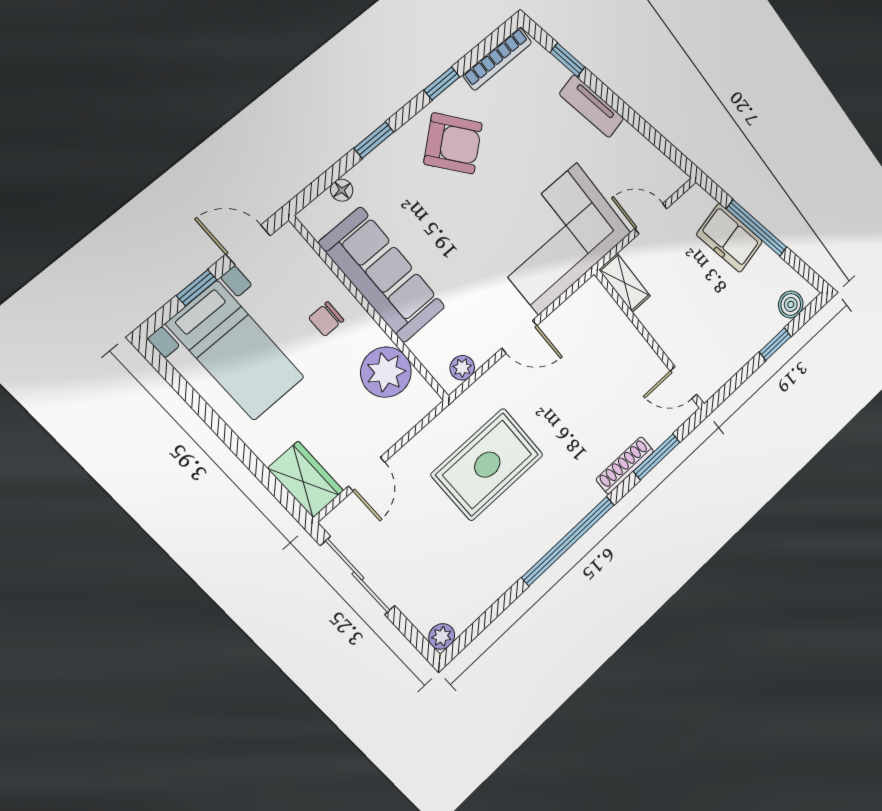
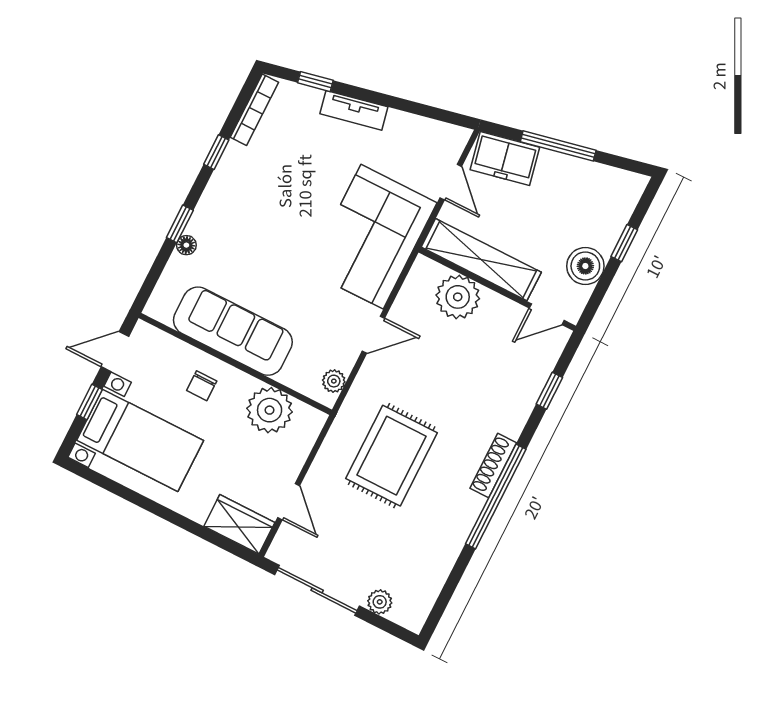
armchair: (453, 143) -> (246, 197), removed
floor lamp: (342, 190) -> (186, 245), moved
door: (651, 219) -> (451, 182), swing flipped
freezer: (730, 238) -> (505, 158), moved
shelving: (625, 283) -> (481, 260), width x2.20, depth x1.33
boiler: (791, 304) -> (585, 266), moved, width x1.36, depth x1.36
plant: (612, 333) -> (458, 297), added
window: (657, 457) -> (549, 391), width x0.67
shoe rack: (625, 465) -> (493, 465), moved
plant: (442, 636) -> (380, 602), moved

